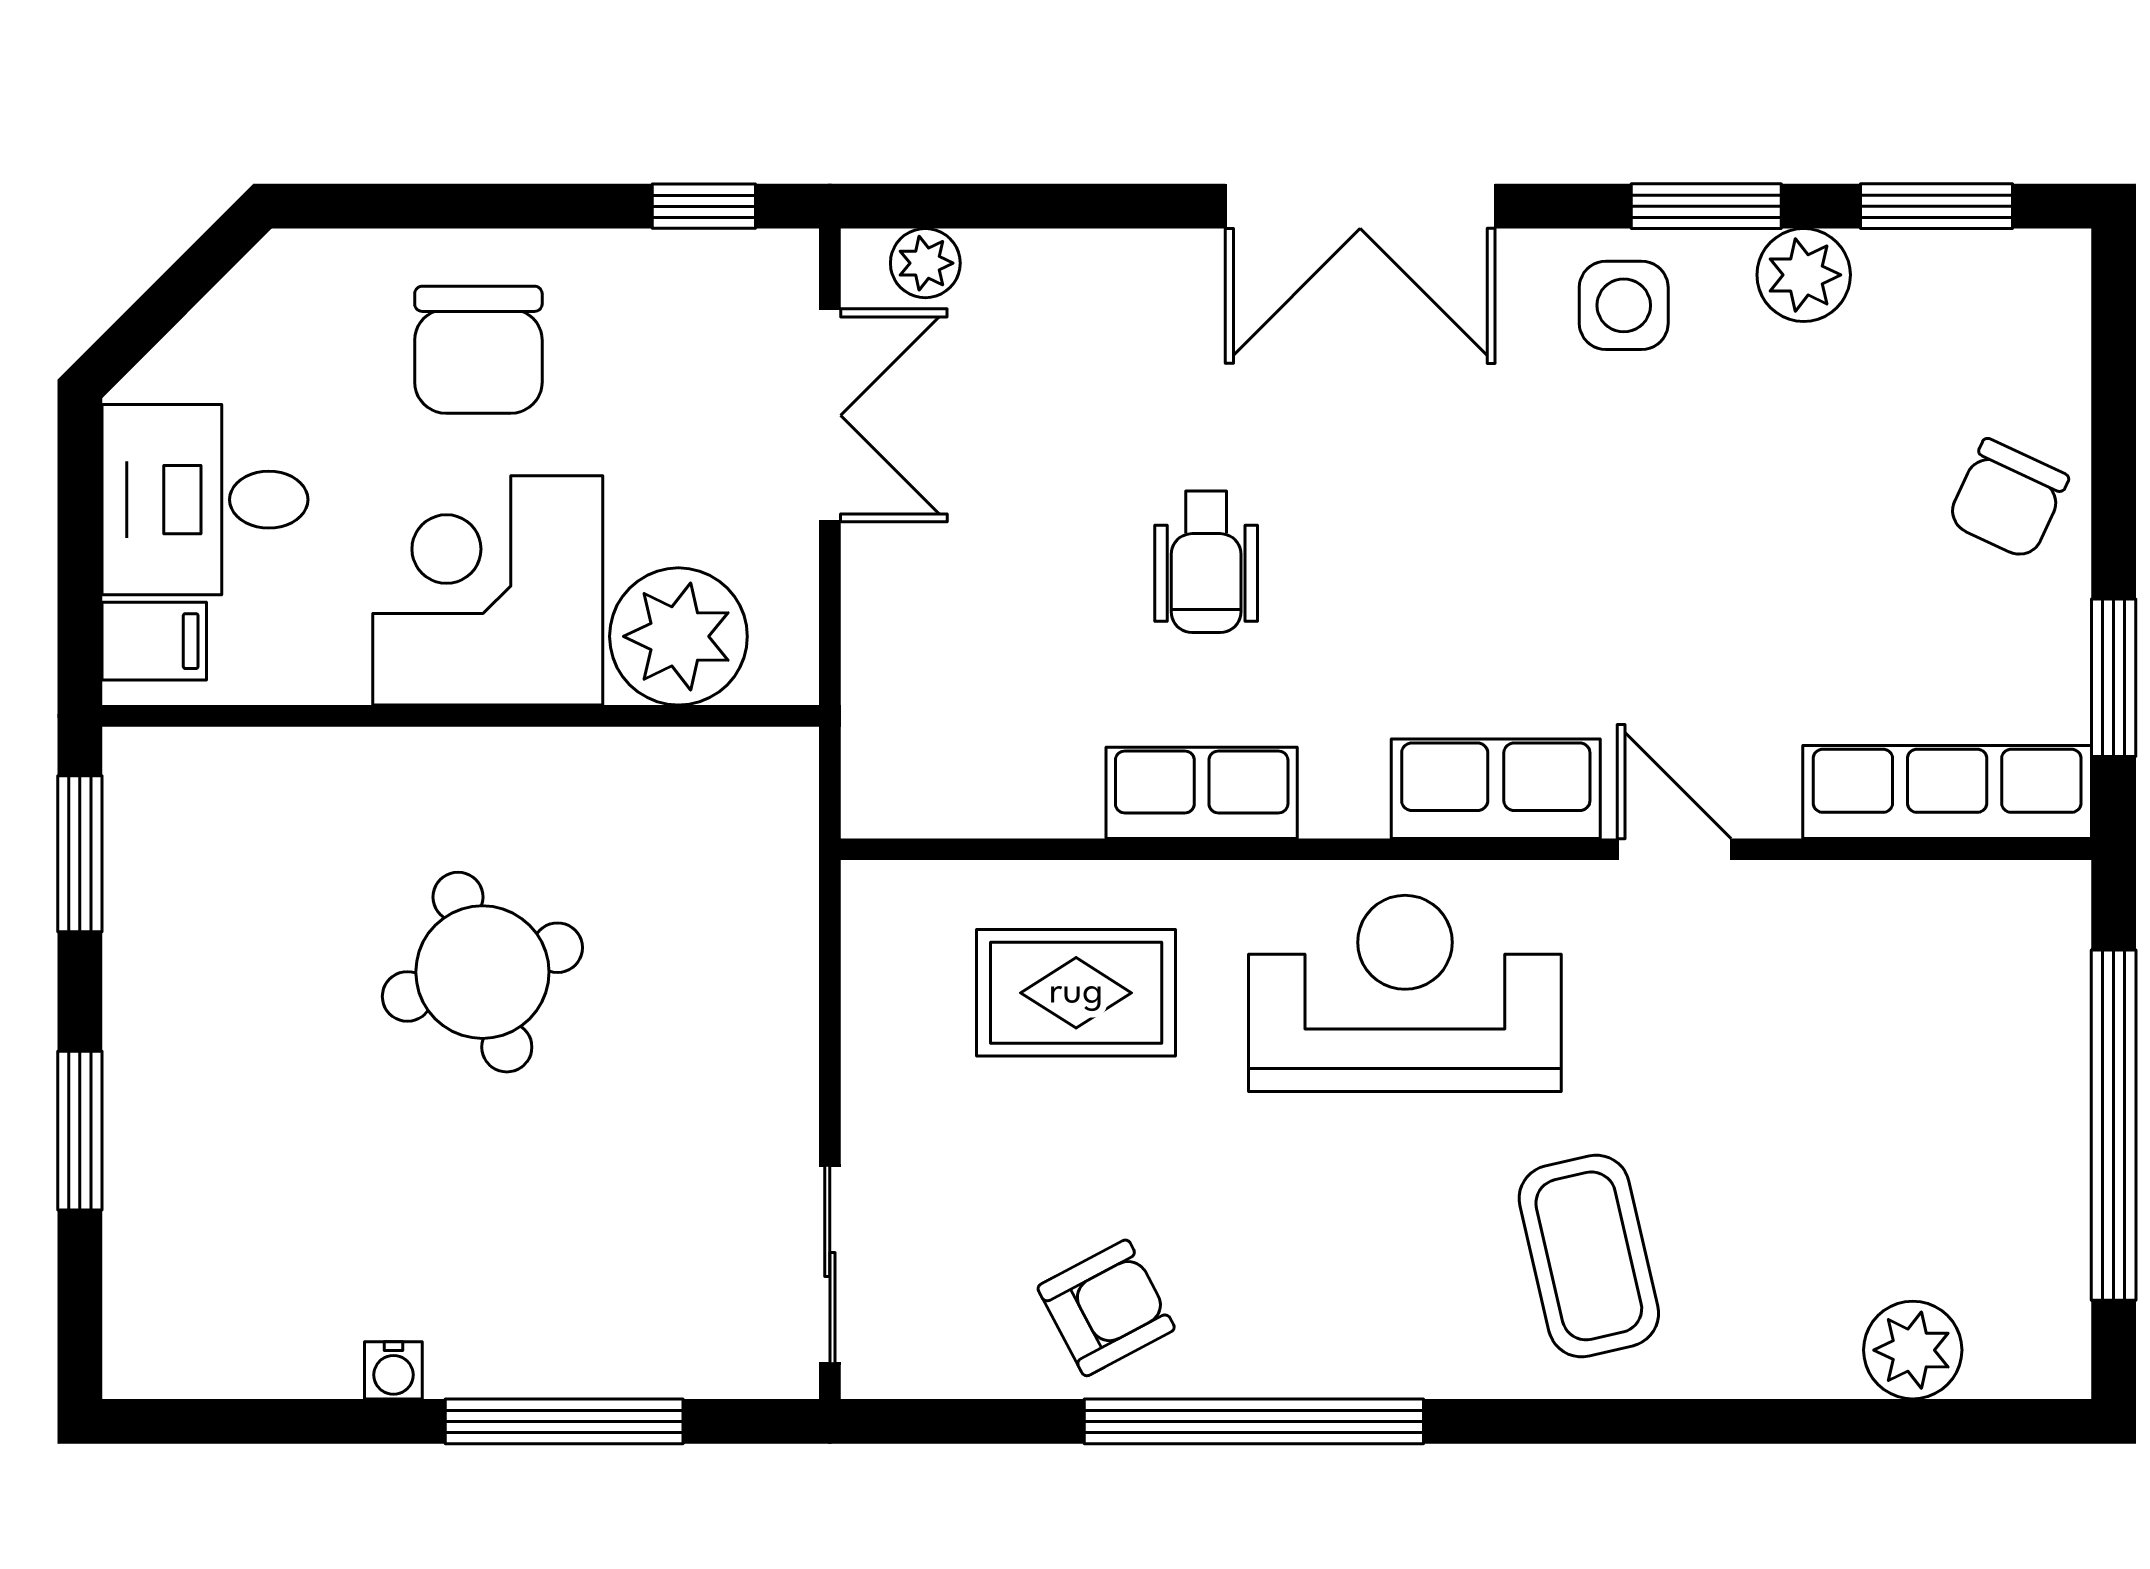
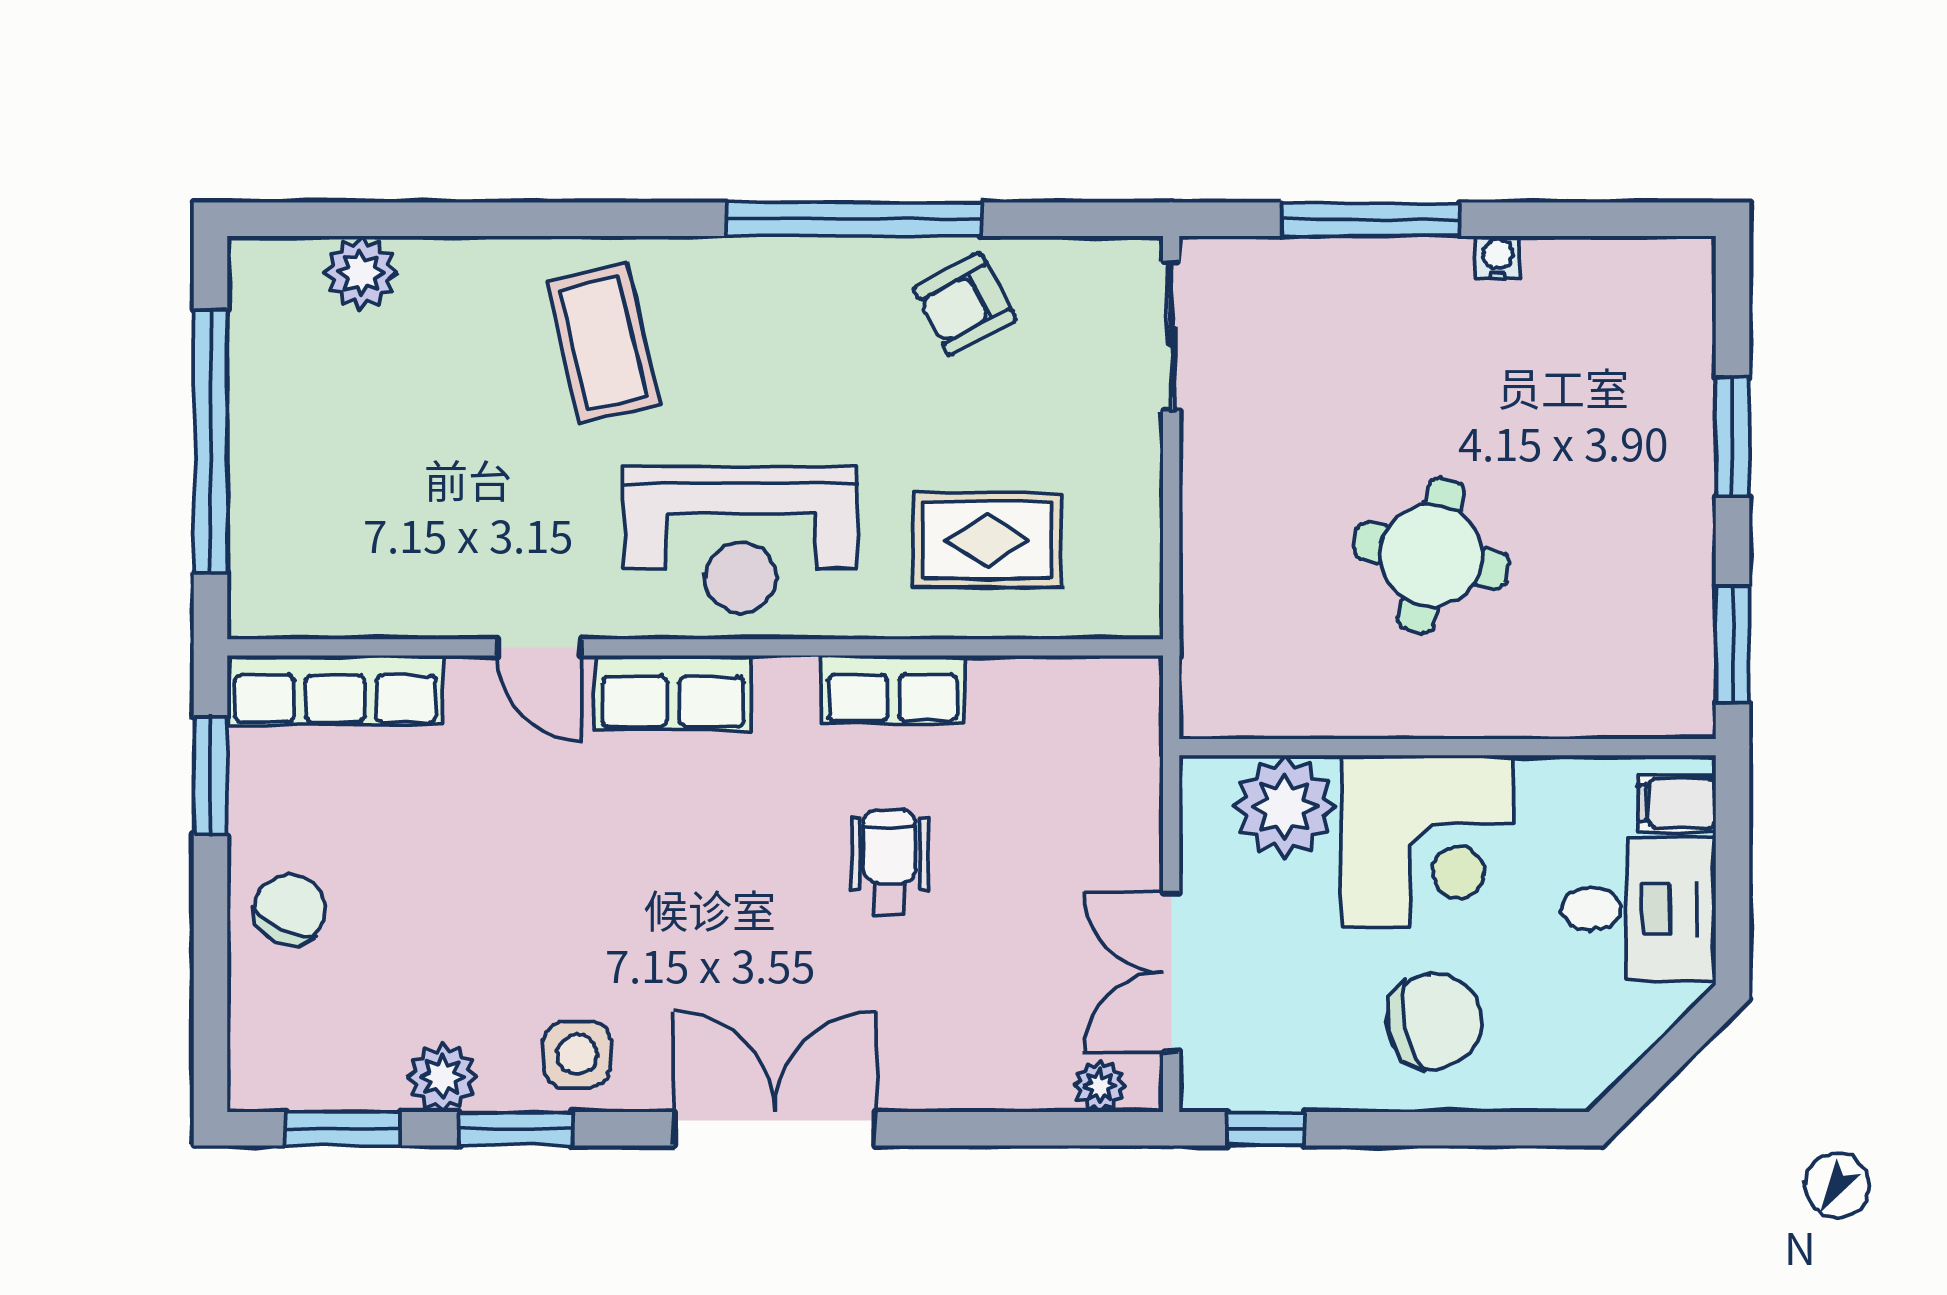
chair: (478, 350) -> (1434, 1021), turned 78
round table: (482, 972) -> (1431, 555), turned 31

